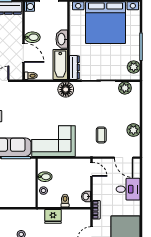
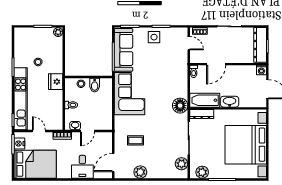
bidet: (32, 37) -> (231, 73), removed
door: (92, 169) -> (87, 131), moved
fridge: (53, 216) -> (56, 82), moved

